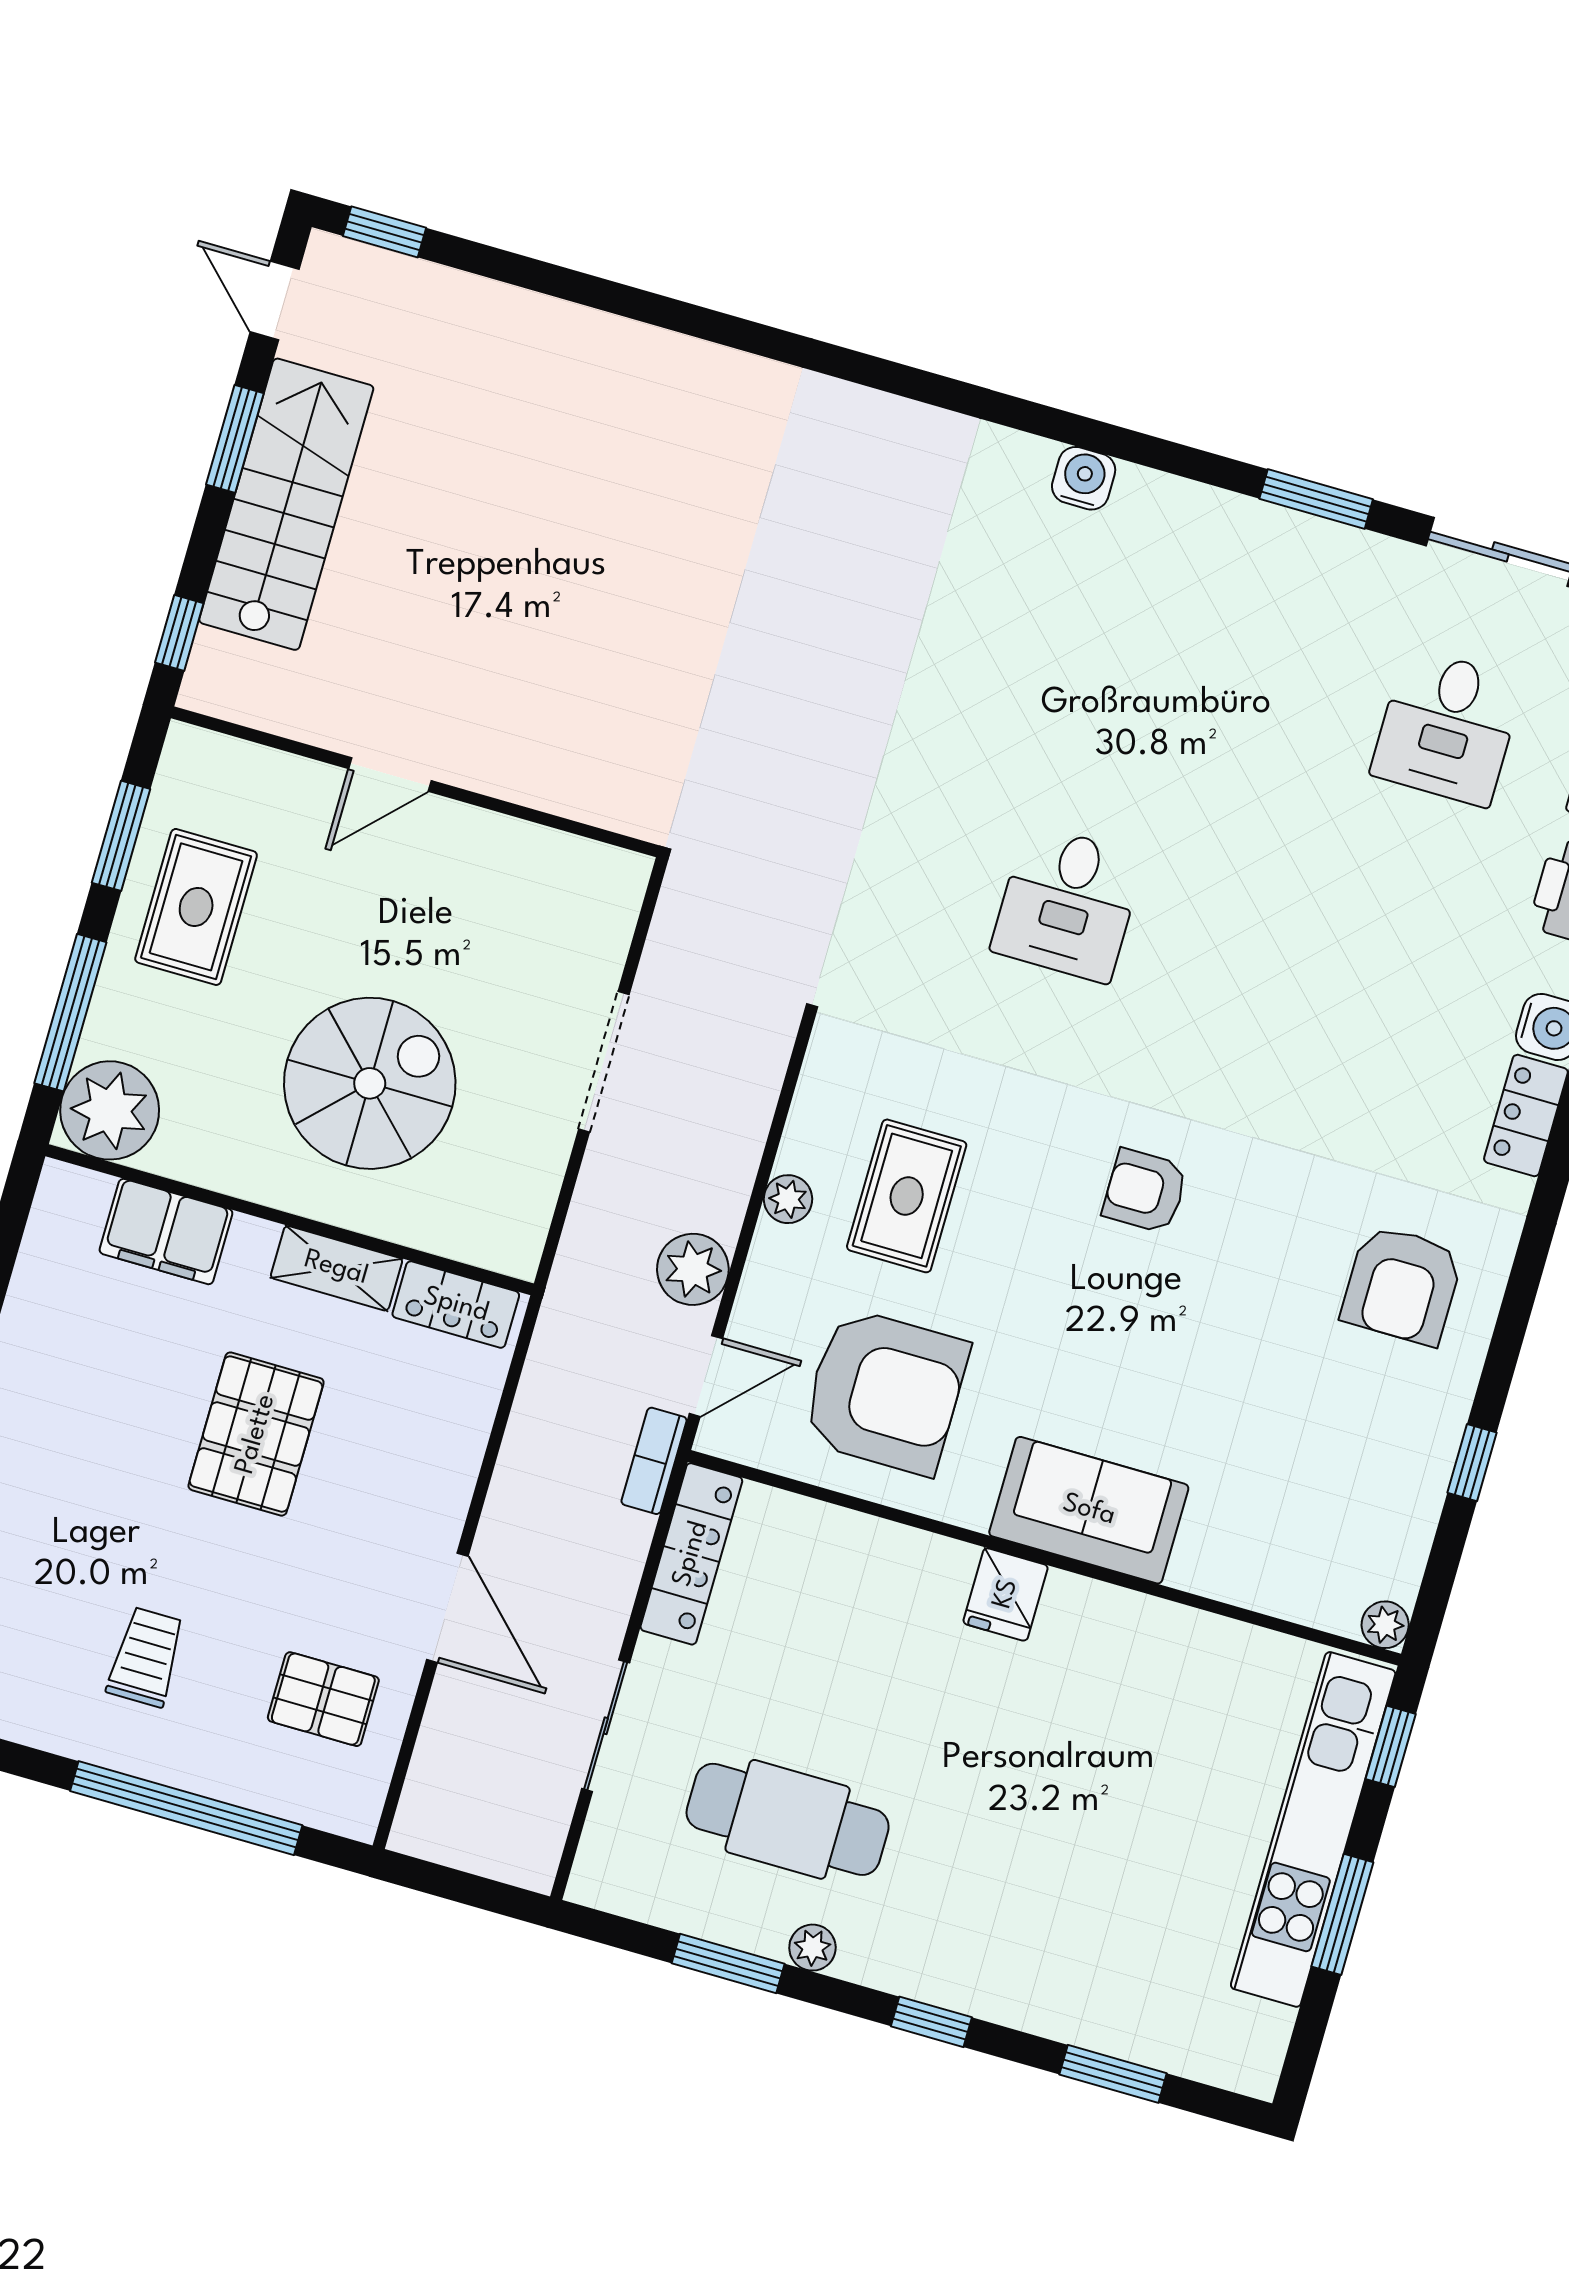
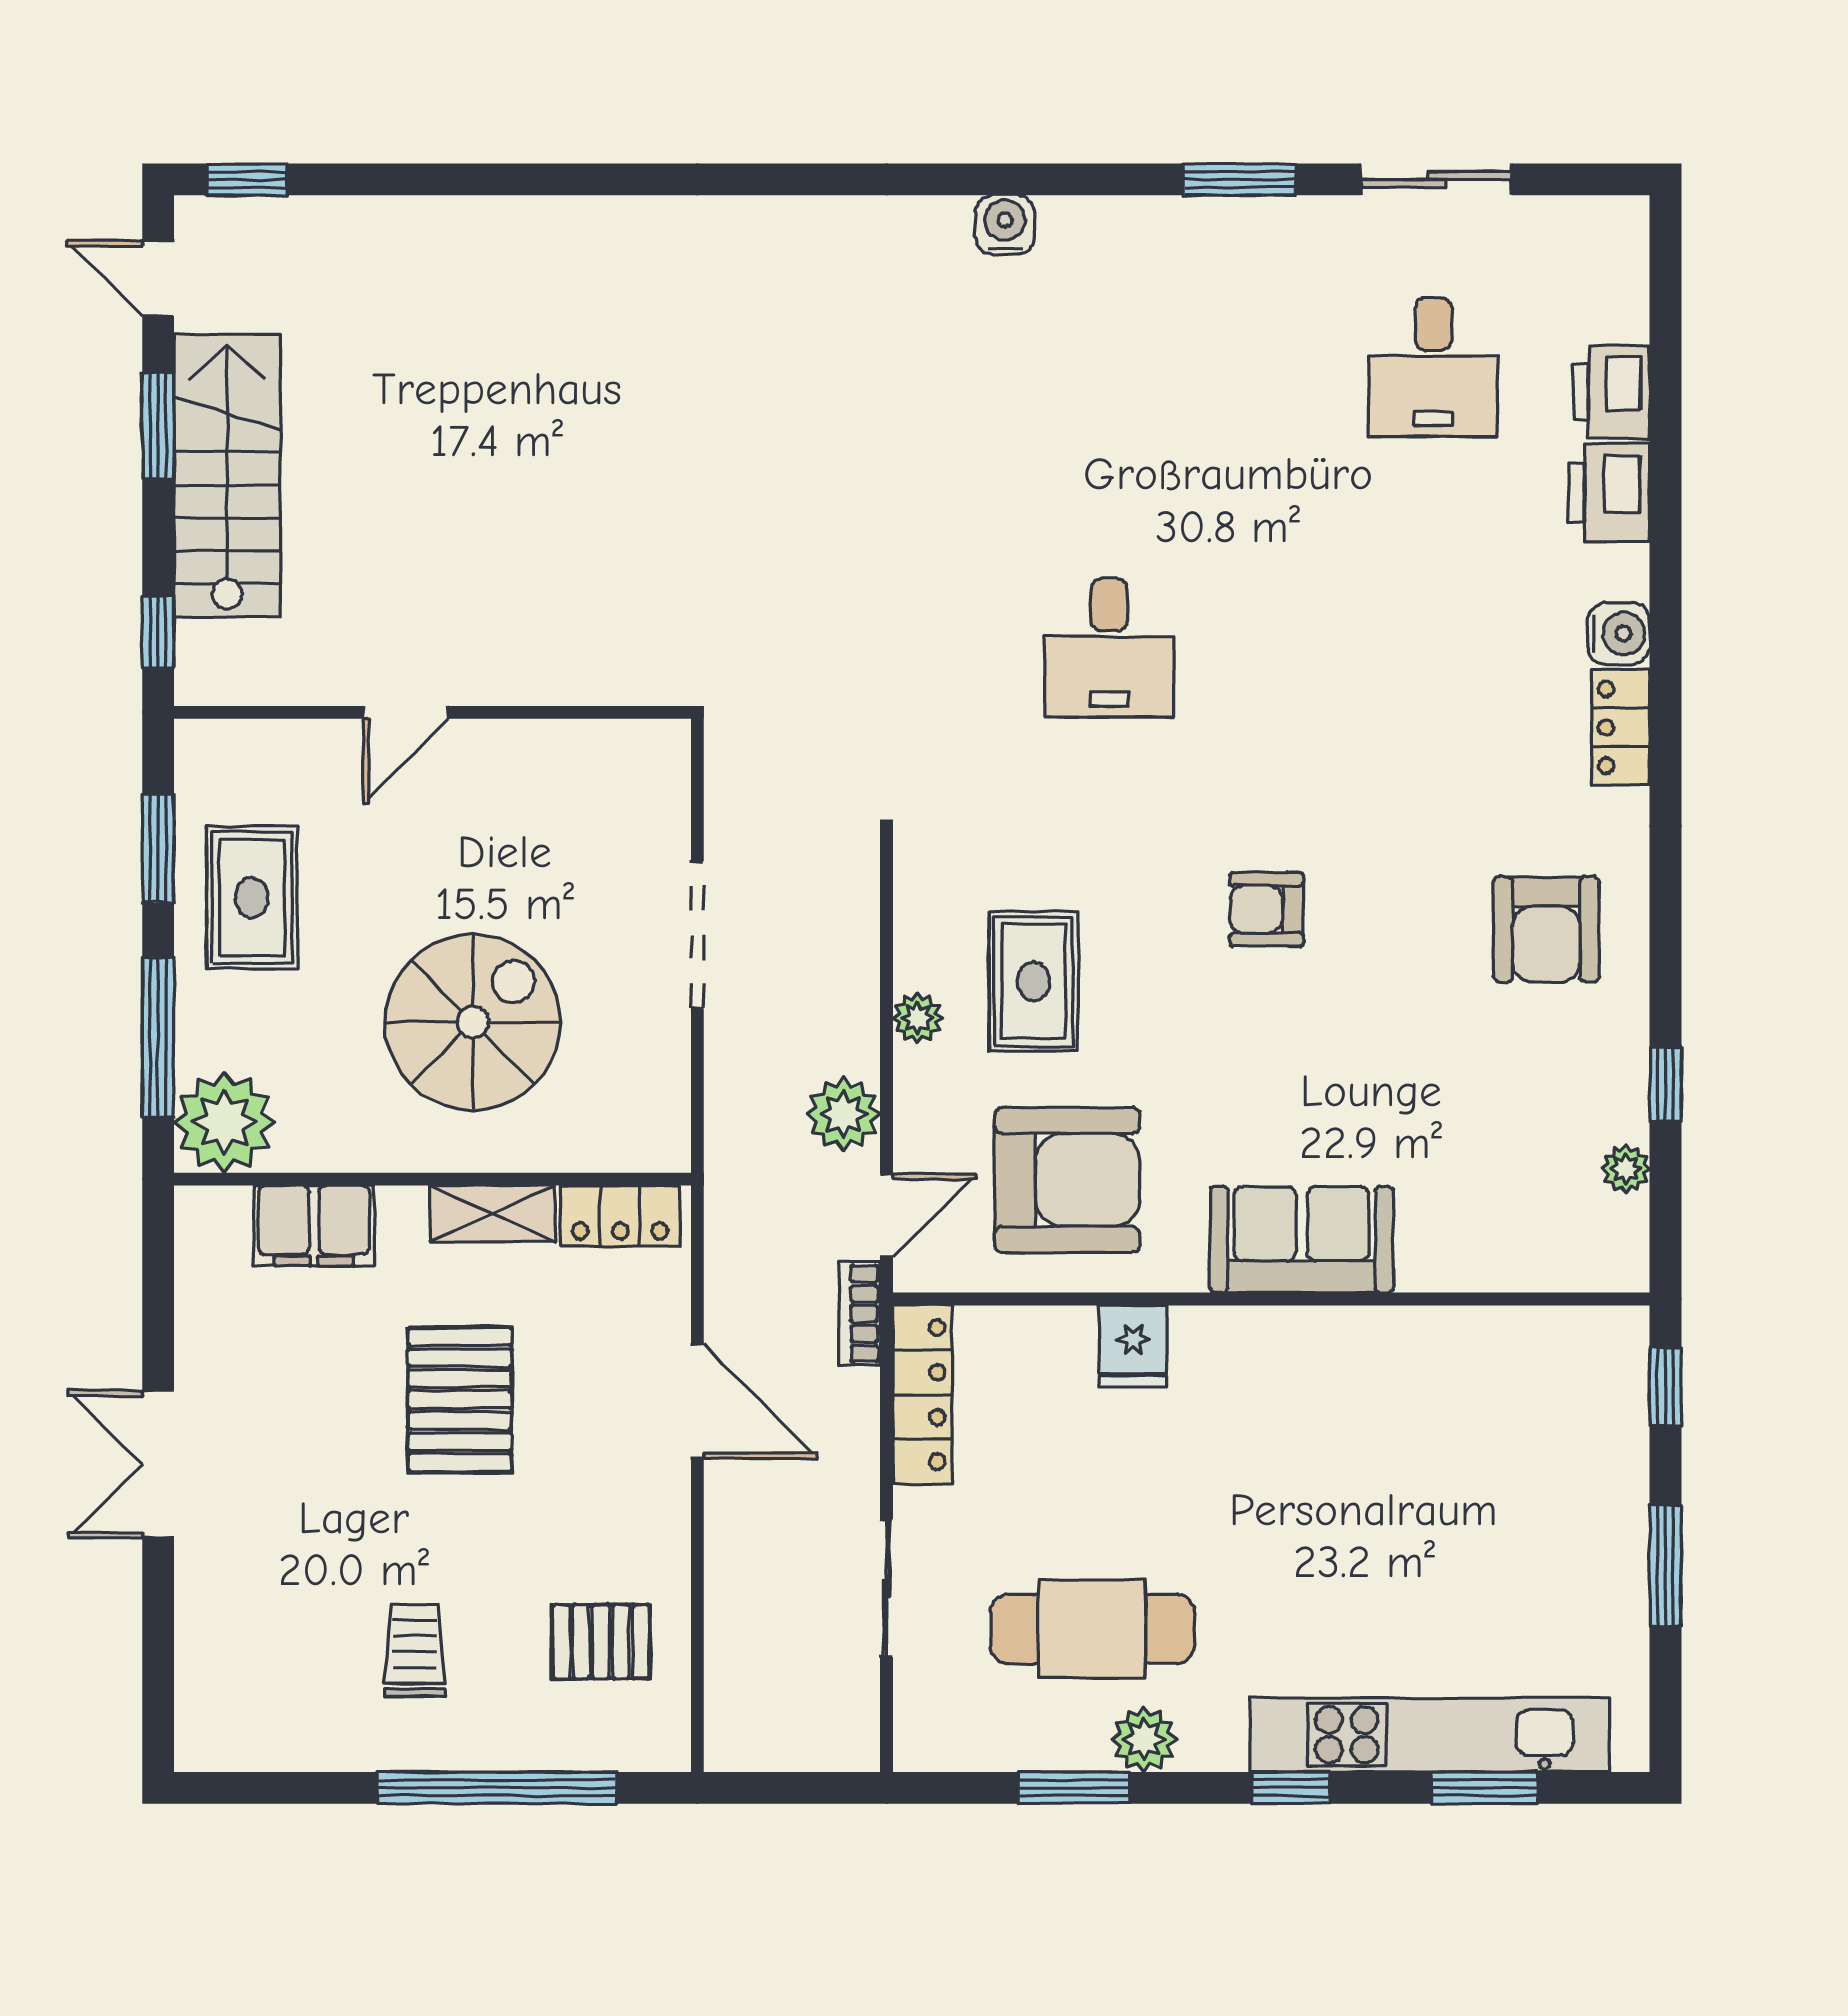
fridge: (1006, 1594) -> (1133, 1346), moved
door: (447, 1608) -> (697, 1401), moved
plant: (1385, 1625) -> (1626, 1169), moved
kitchen unit: (1313, 1829) -> (1430, 1735), moved, turned 90
plant: (812, 1948) -> (1144, 1739), width x1.38, depth x1.38

